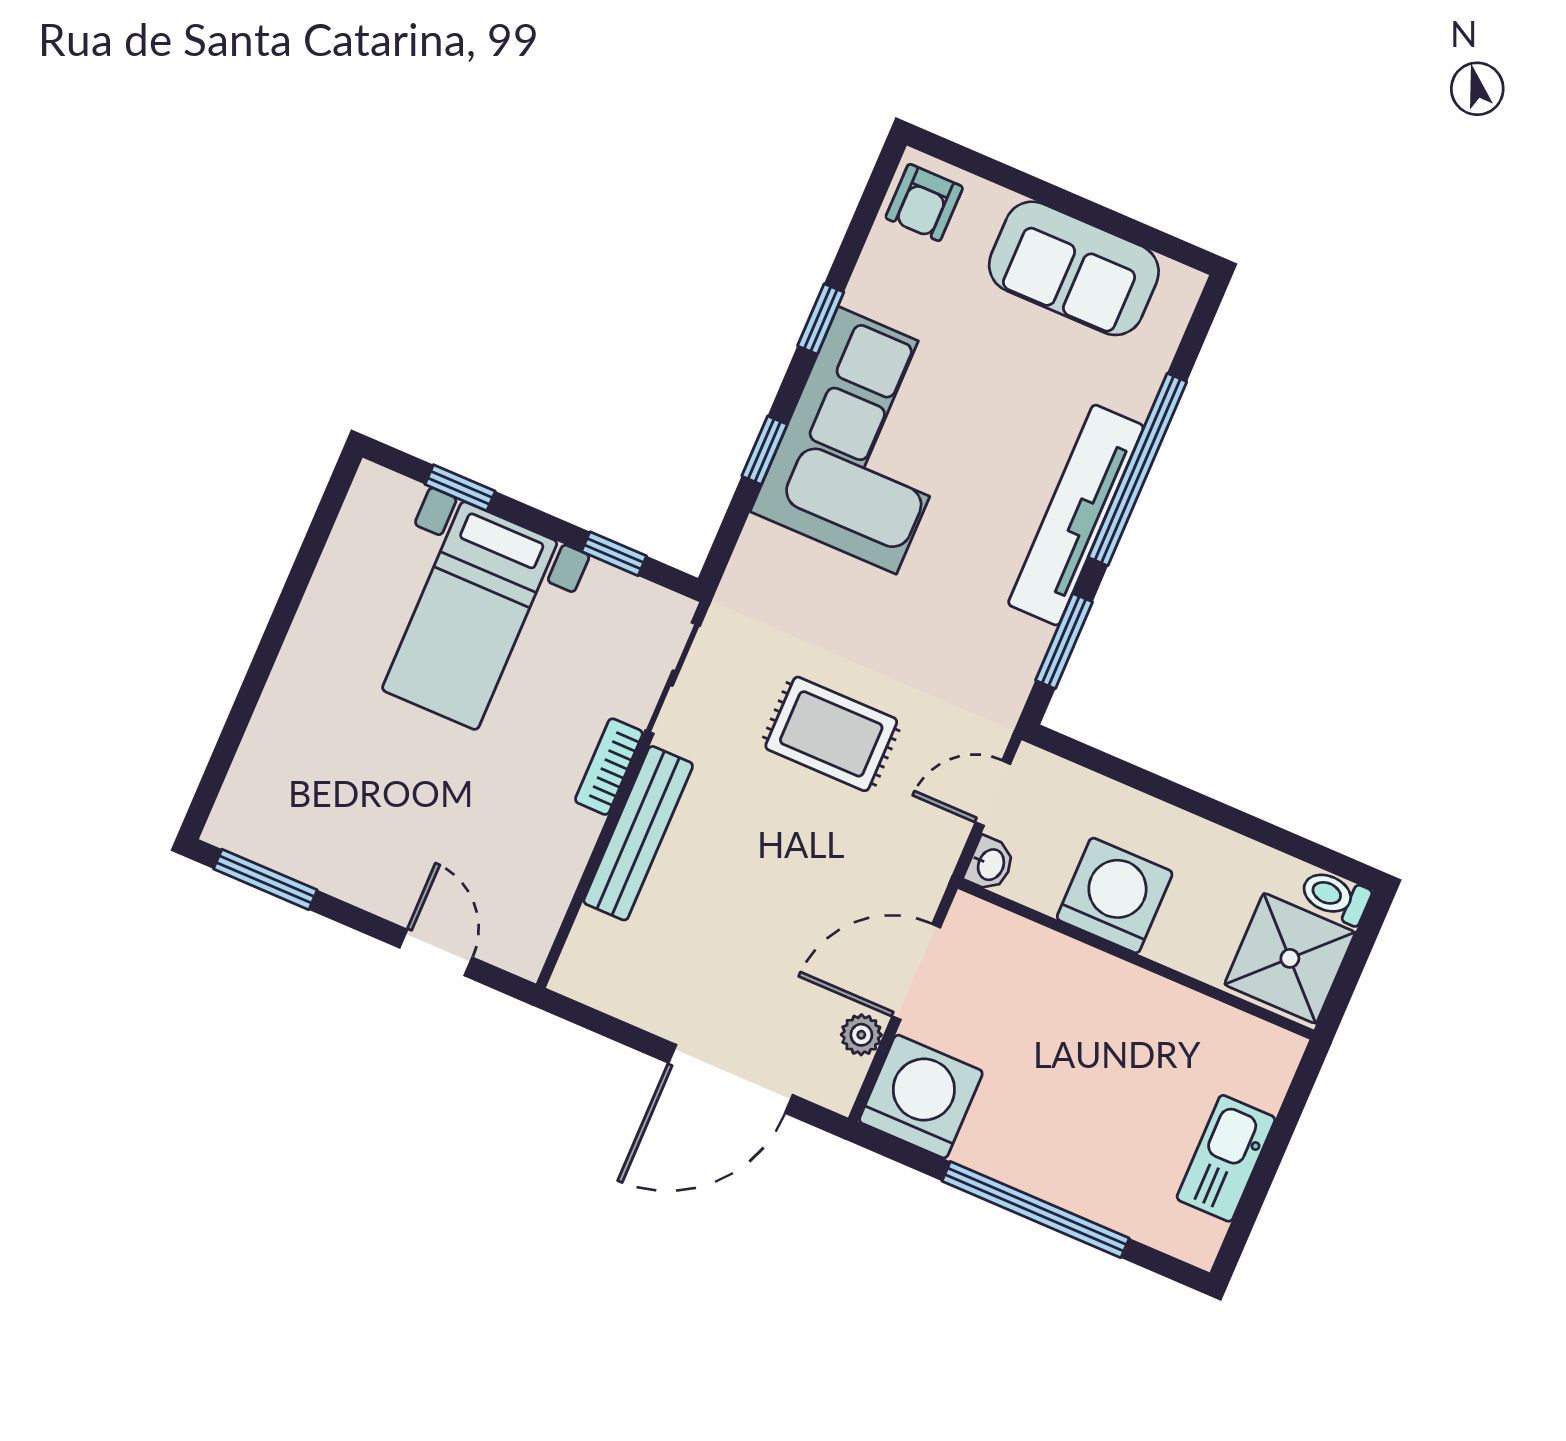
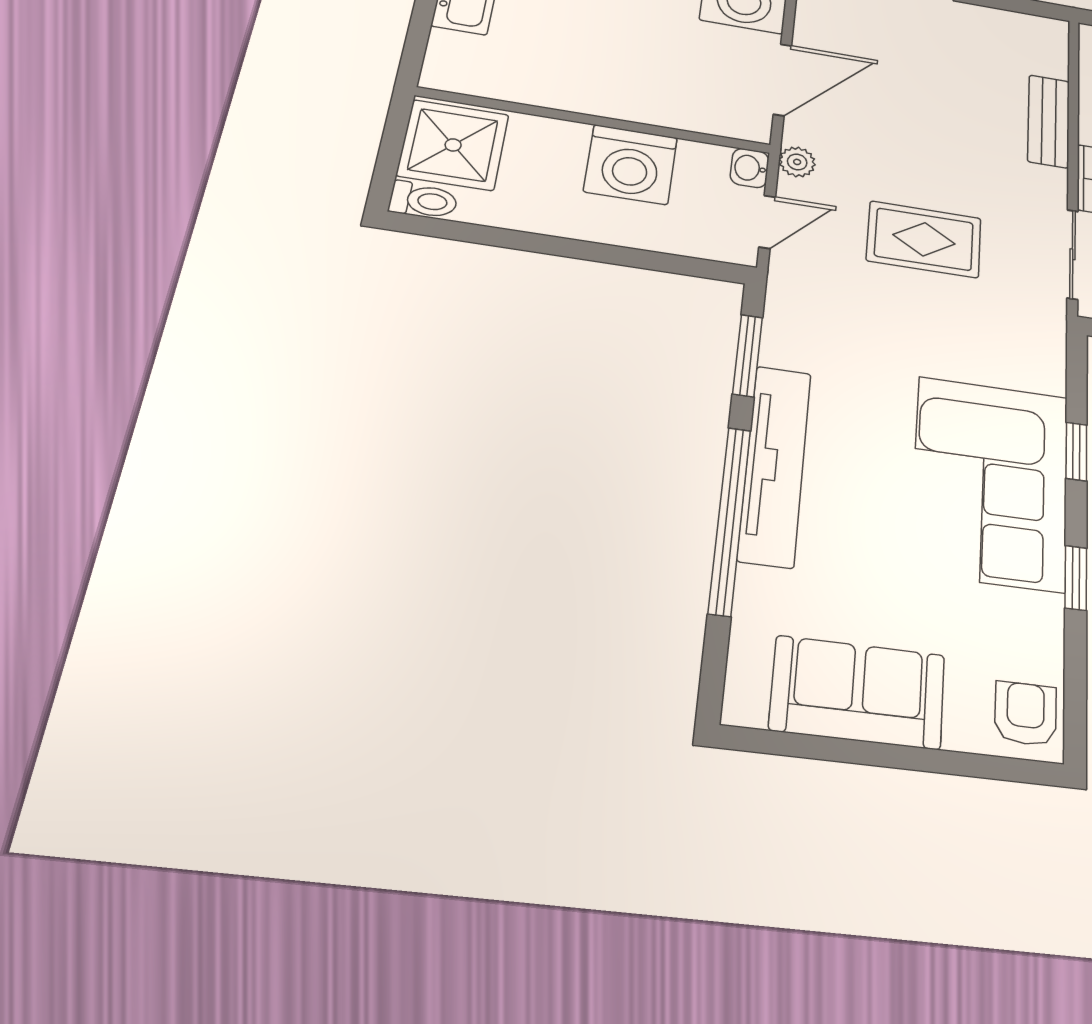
bench: (638, 833) -> (1049, 121), width x0.73
plant: (861, 1035) -> (797, 162), moved

